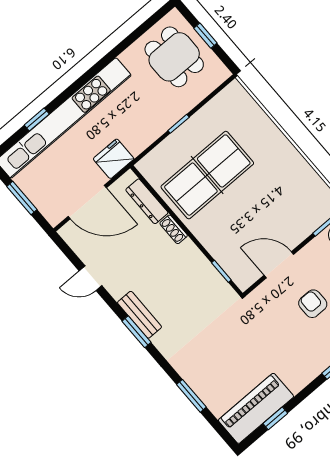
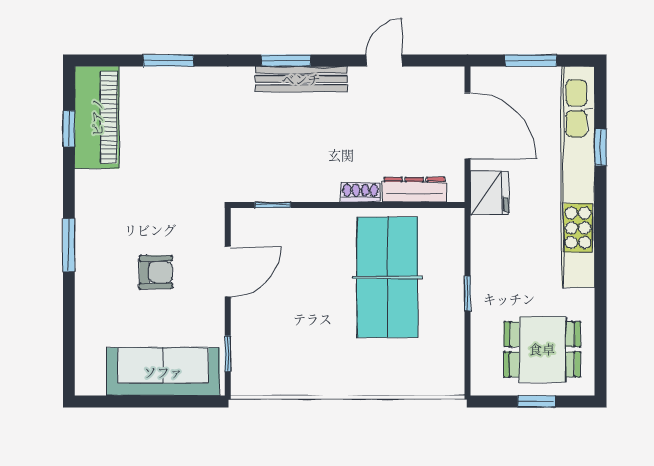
door: (87, 202) -> (468, 126), swing flipped
bench: (139, 315) -> (301, 79), width x1.36

